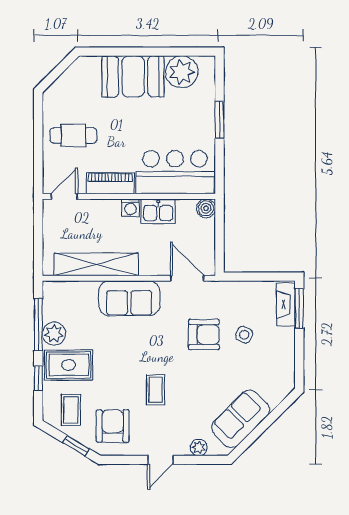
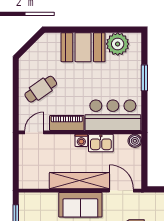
cafe table: (73, 135) -> (41, 89), turned -35
shelving: (96, 264) -> (79, 181), moved

